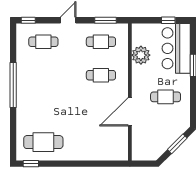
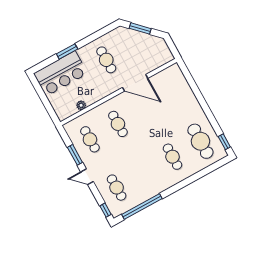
window: (105, 20) -> (75, 155), moved
window: (168, 20) -> (41, 93), removed
plant: (141, 55) -> (81, 105), width x0.53, depth x0.53
window: (13, 85) -> (142, 206), moved
cafe table: (43, 109) -> (172, 157), added

